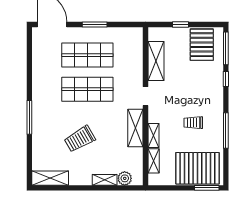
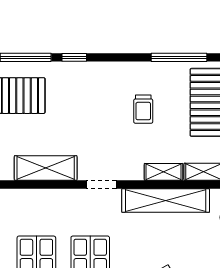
shelving: (135, 128) -> (166, 200), width x1.47
window: (226, 131) -> (179, 57), moved

